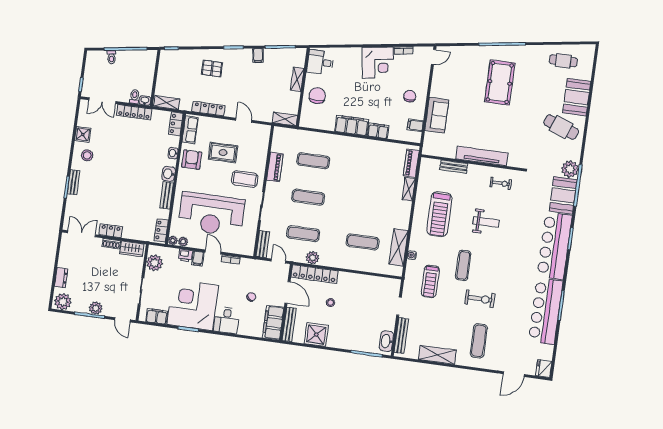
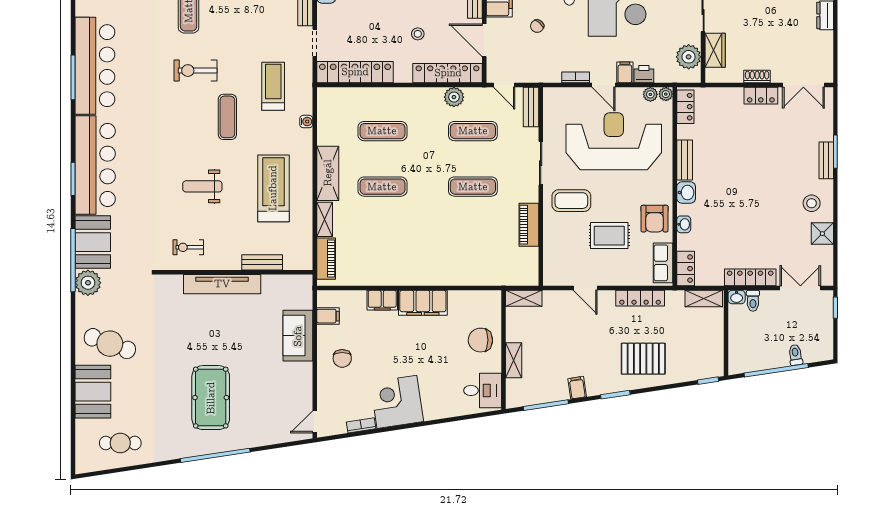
pallet: (212, 69) -> (643, 359), width x1.50, depth x1.42
chair: (317, 96) -> (480, 340), turned 91
exercise mat: (313, 161) -> (382, 187), moved
shelving: (398, 247) -> (328, 173), moved
wardrobe: (132, 249) -> (715, 50), moved, turned 90
locker: (375, 283) -> (355, 72), added

